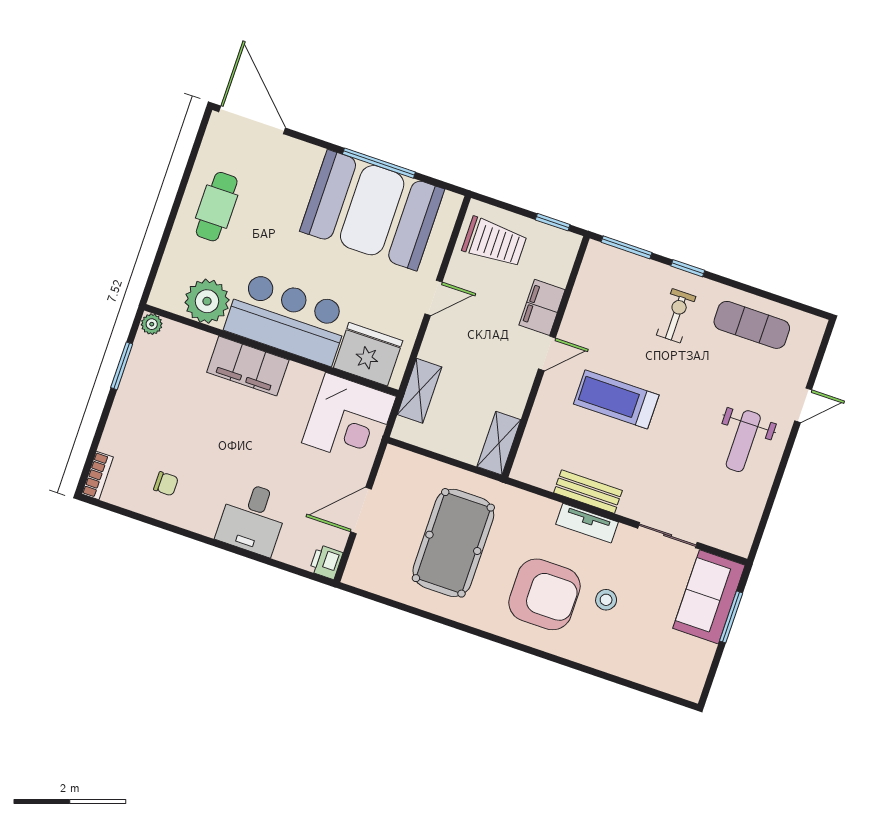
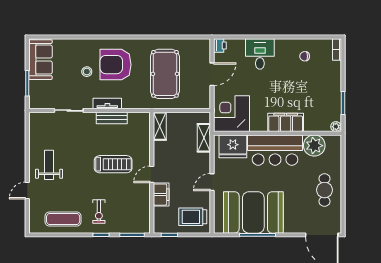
sofa: (709, 597) -> (40, 60), moved

